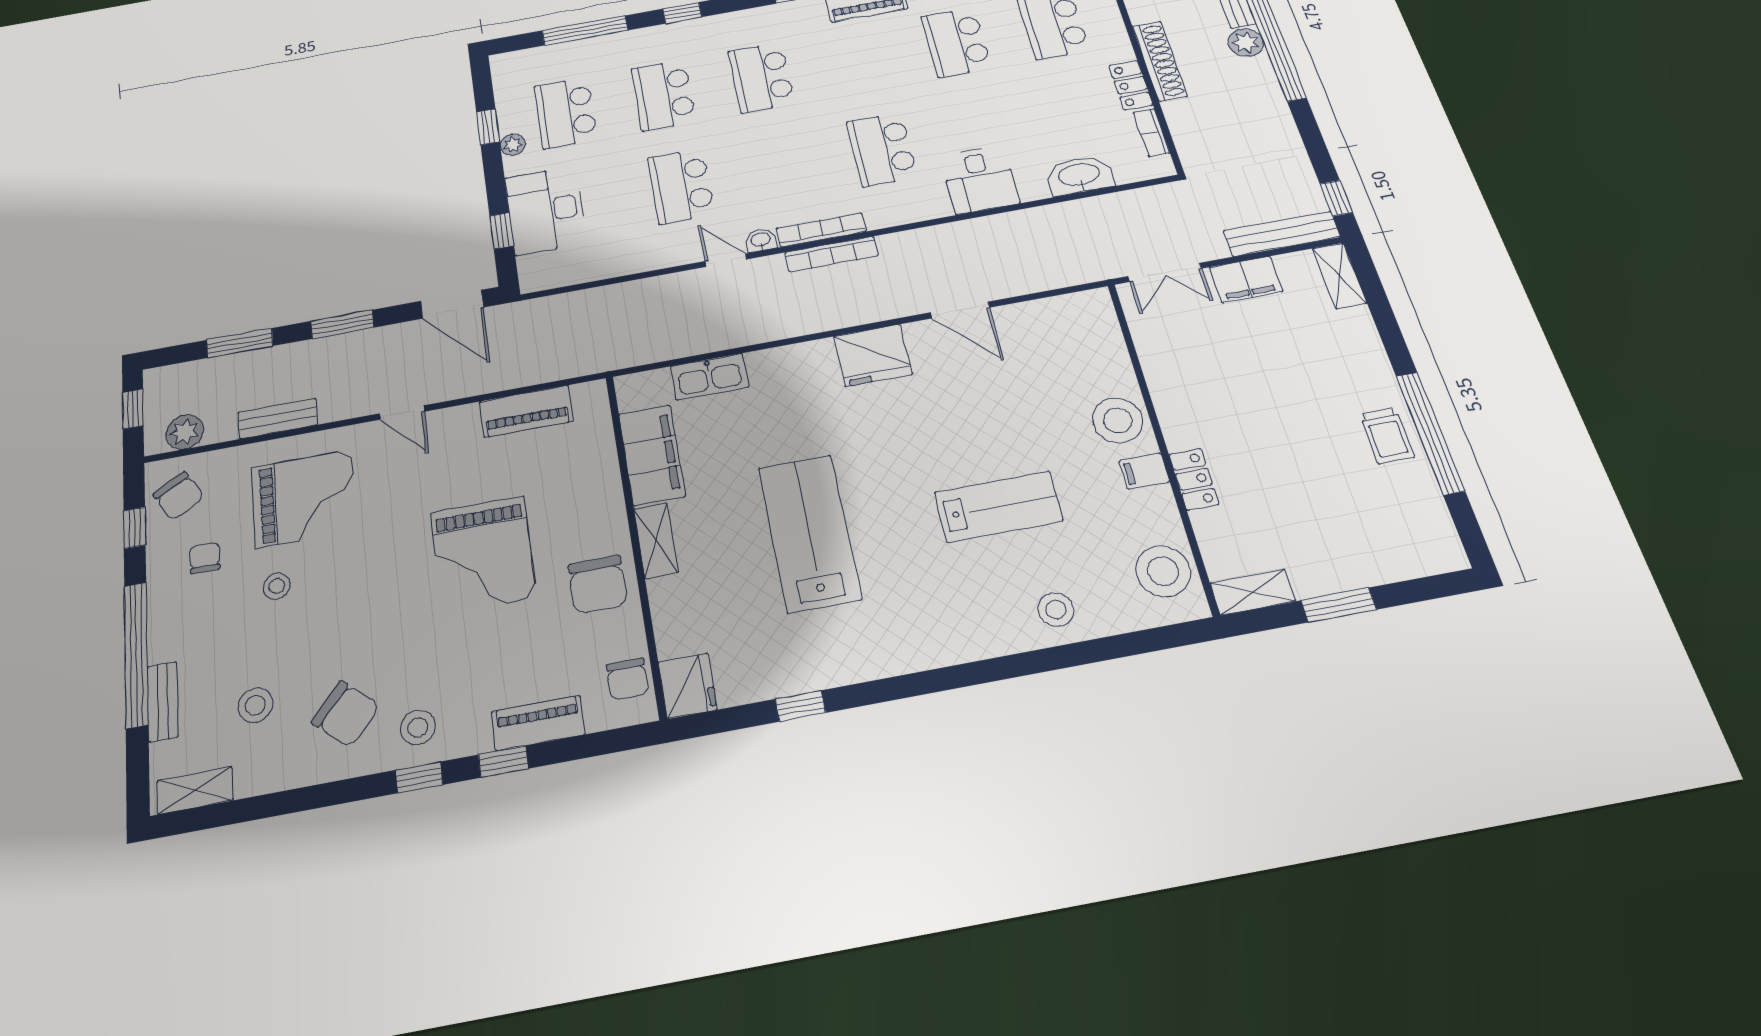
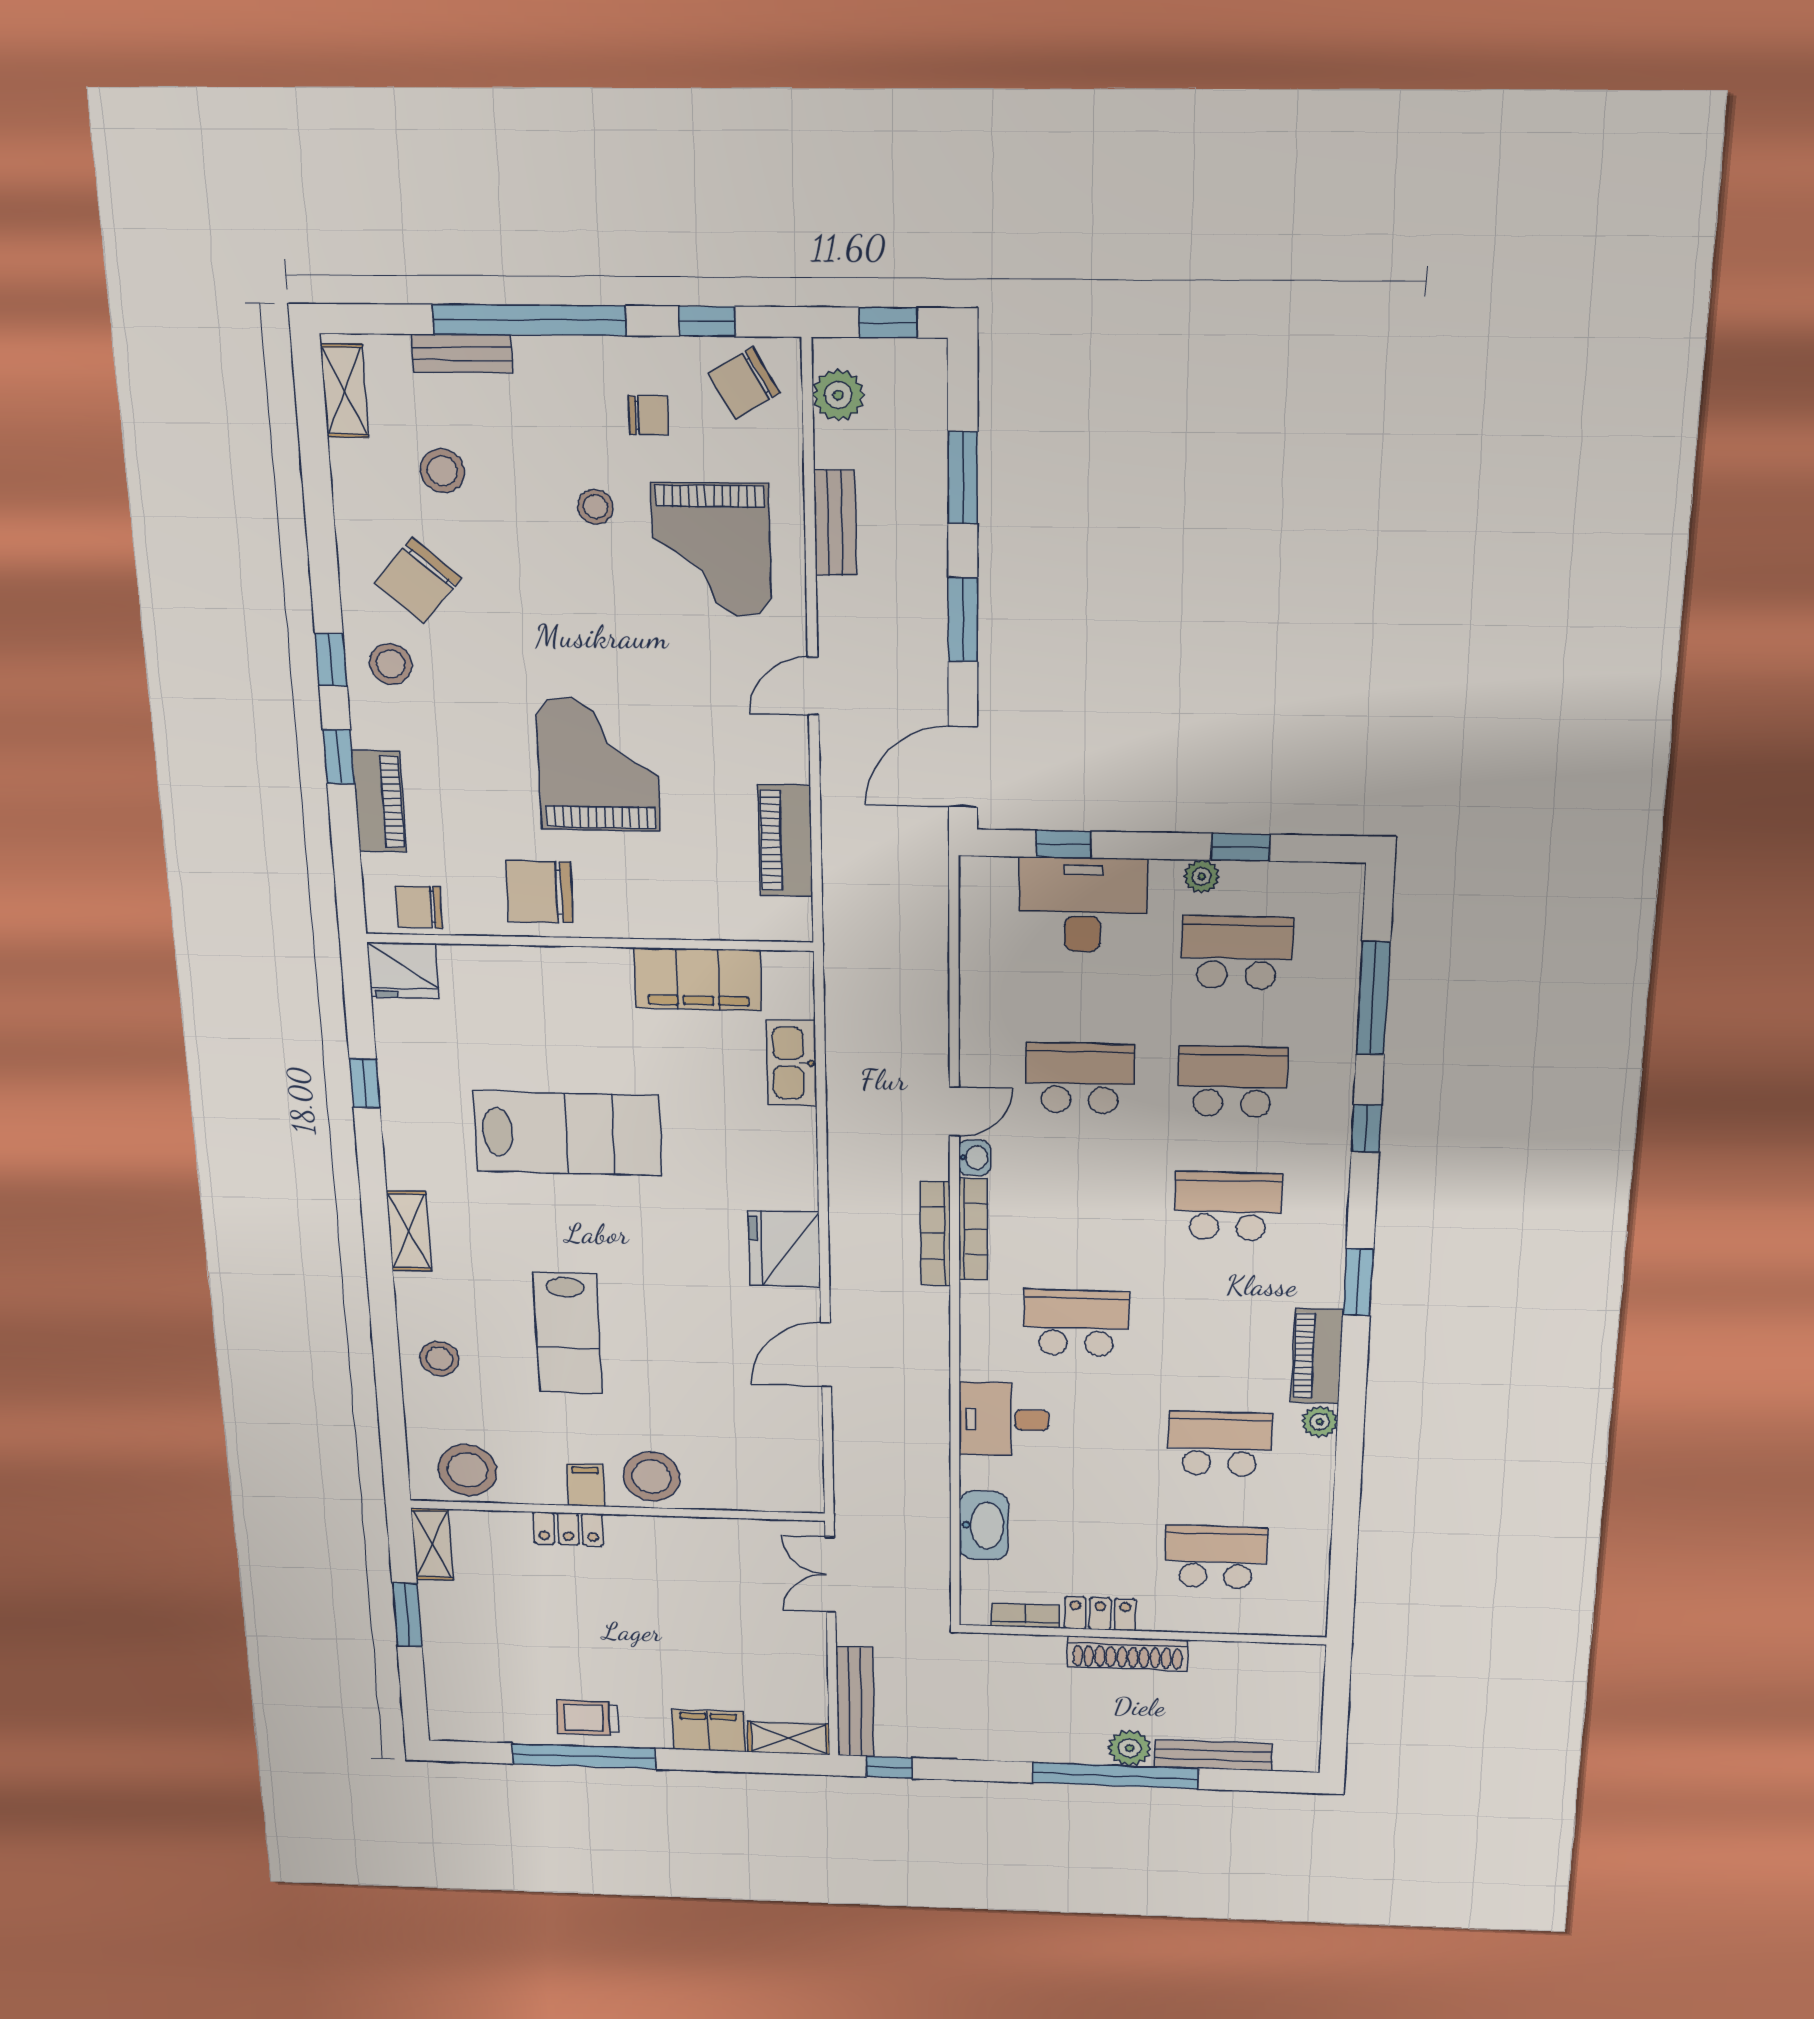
filing cabinet: (1246, 279) -> (709, 1731), moved, turned 90
shelving: (656, 540) -> (409, 1231), moved, turned 90
grand piano: (483, 555) -> (598, 764), turned 90

